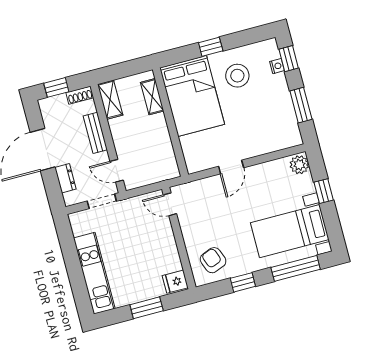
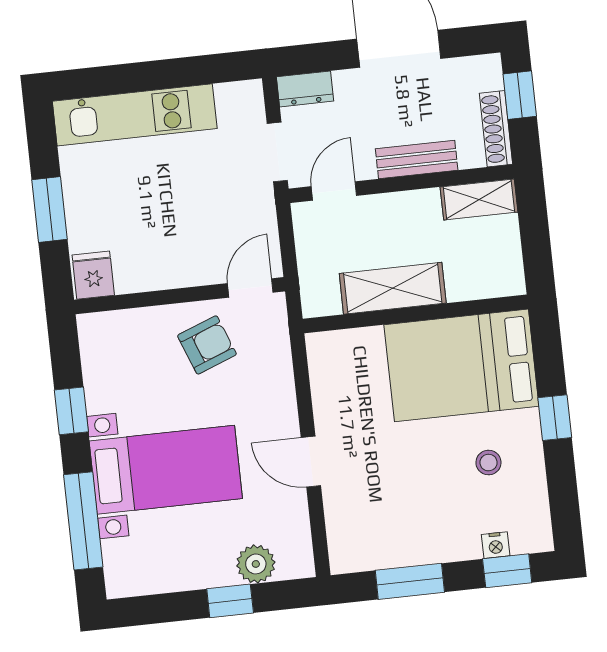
stool: (237, 76) -> (488, 463), width x0.53, depth x0.53
shoe rack: (80, 95) -> (496, 129), width x1.43
shelving: (152, 97) -> (393, 288), moved, width x1.50, depth x1.33
plant: (299, 165) -> (256, 564), moved
door: (231, 167) -> (311, 462), moved
dresser: (65, 178) -> (305, 89), moved
bed with nightstands: (290, 231) -> (166, 470), moved, turned 90
armchair: (213, 260) -> (207, 345), moved

